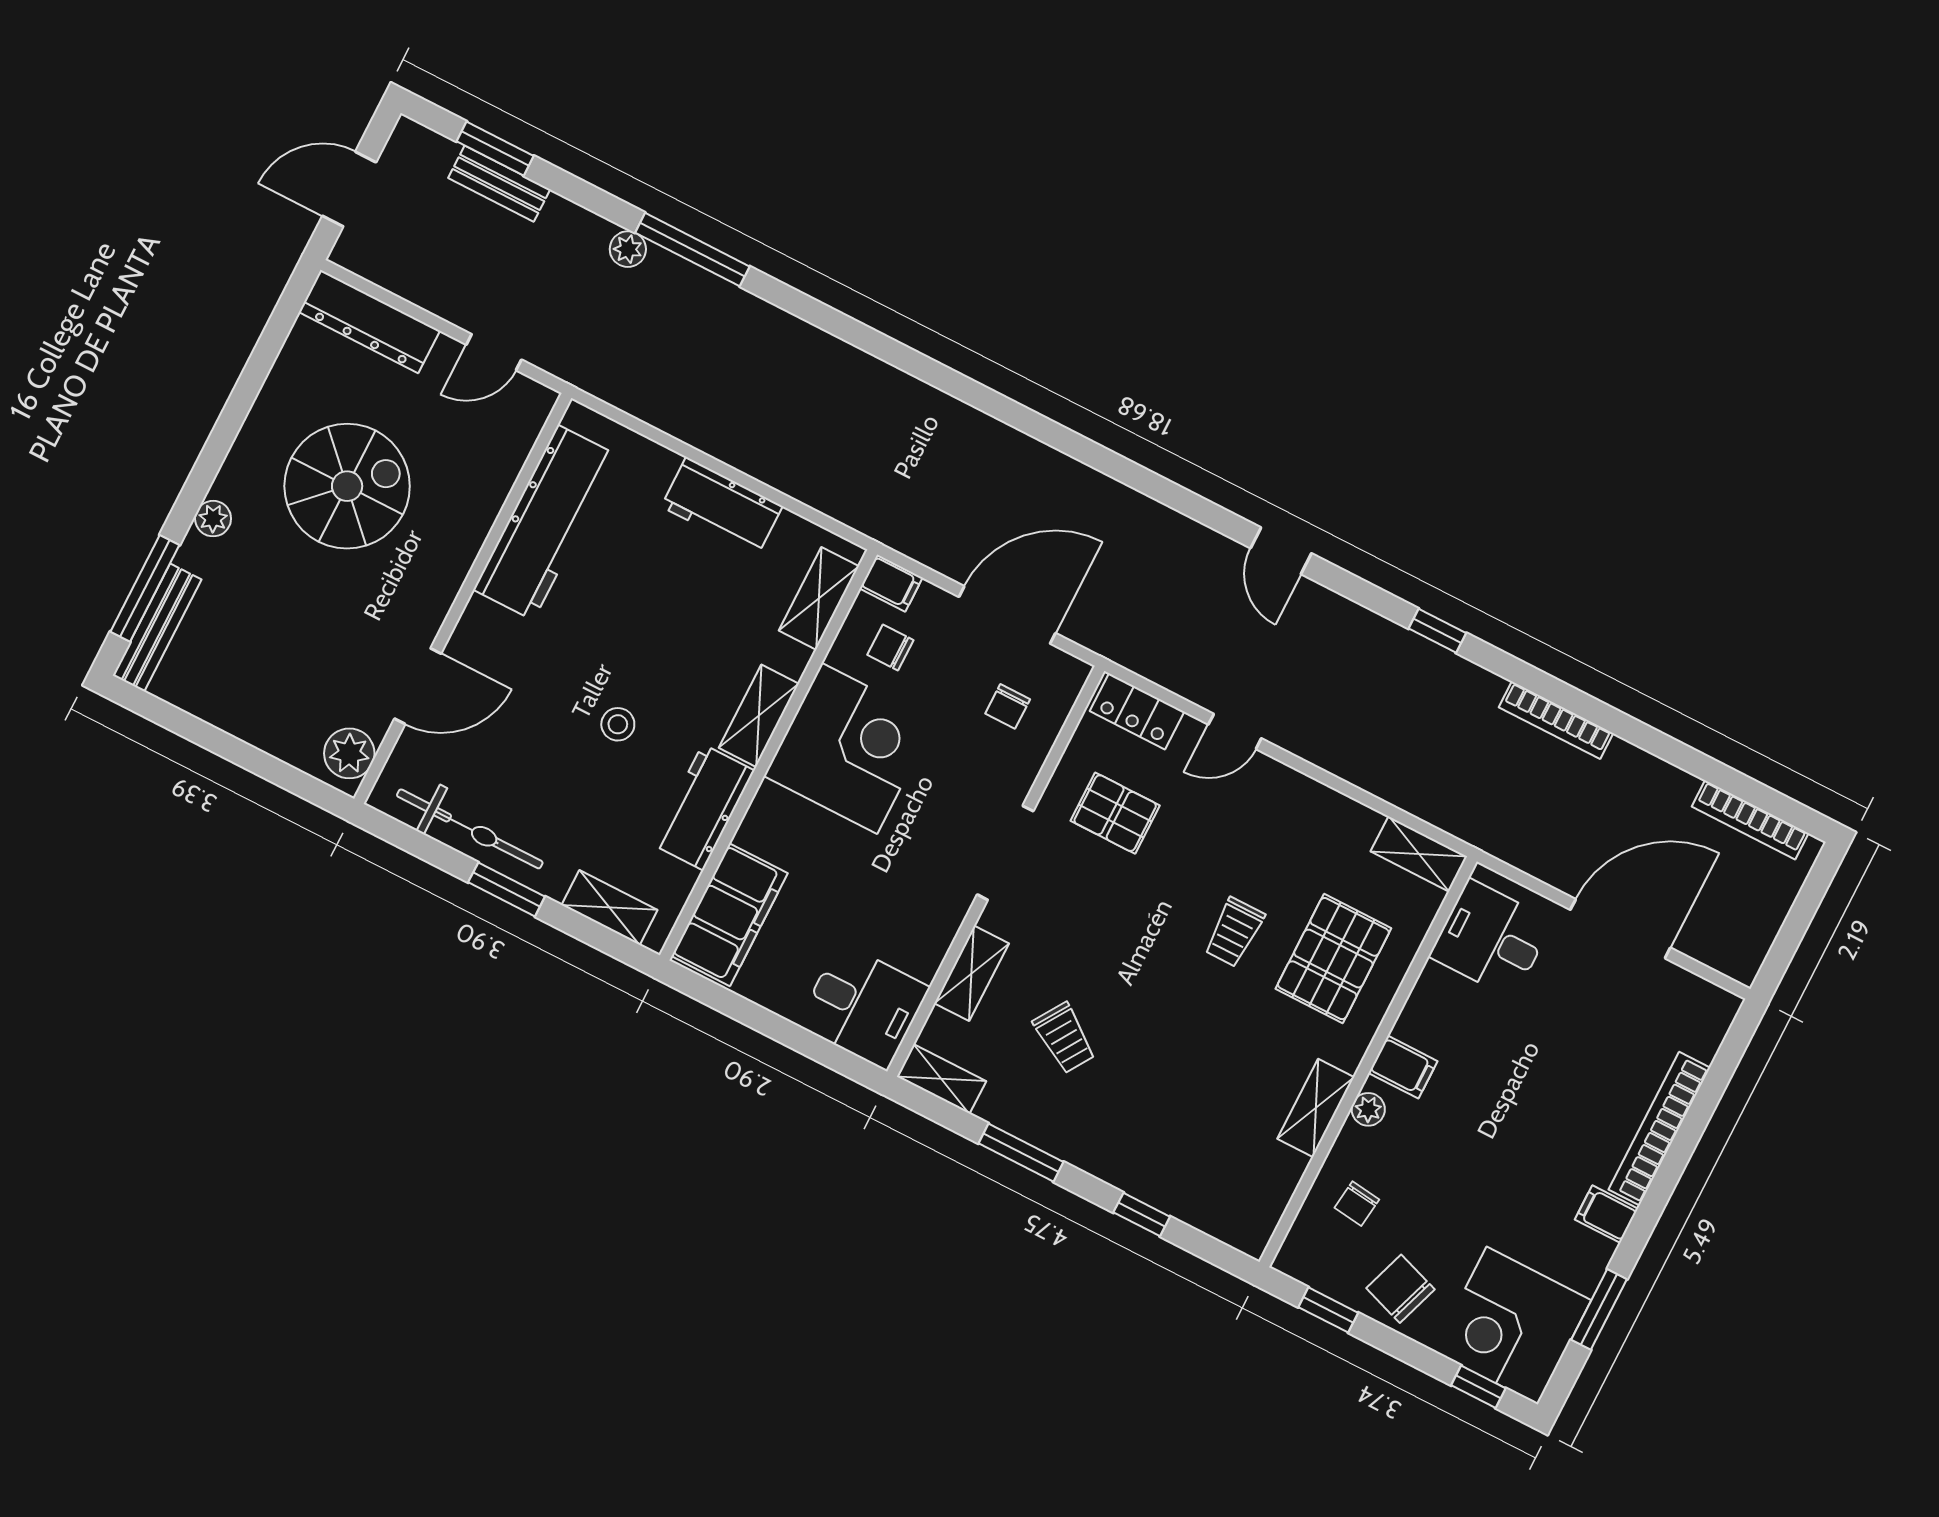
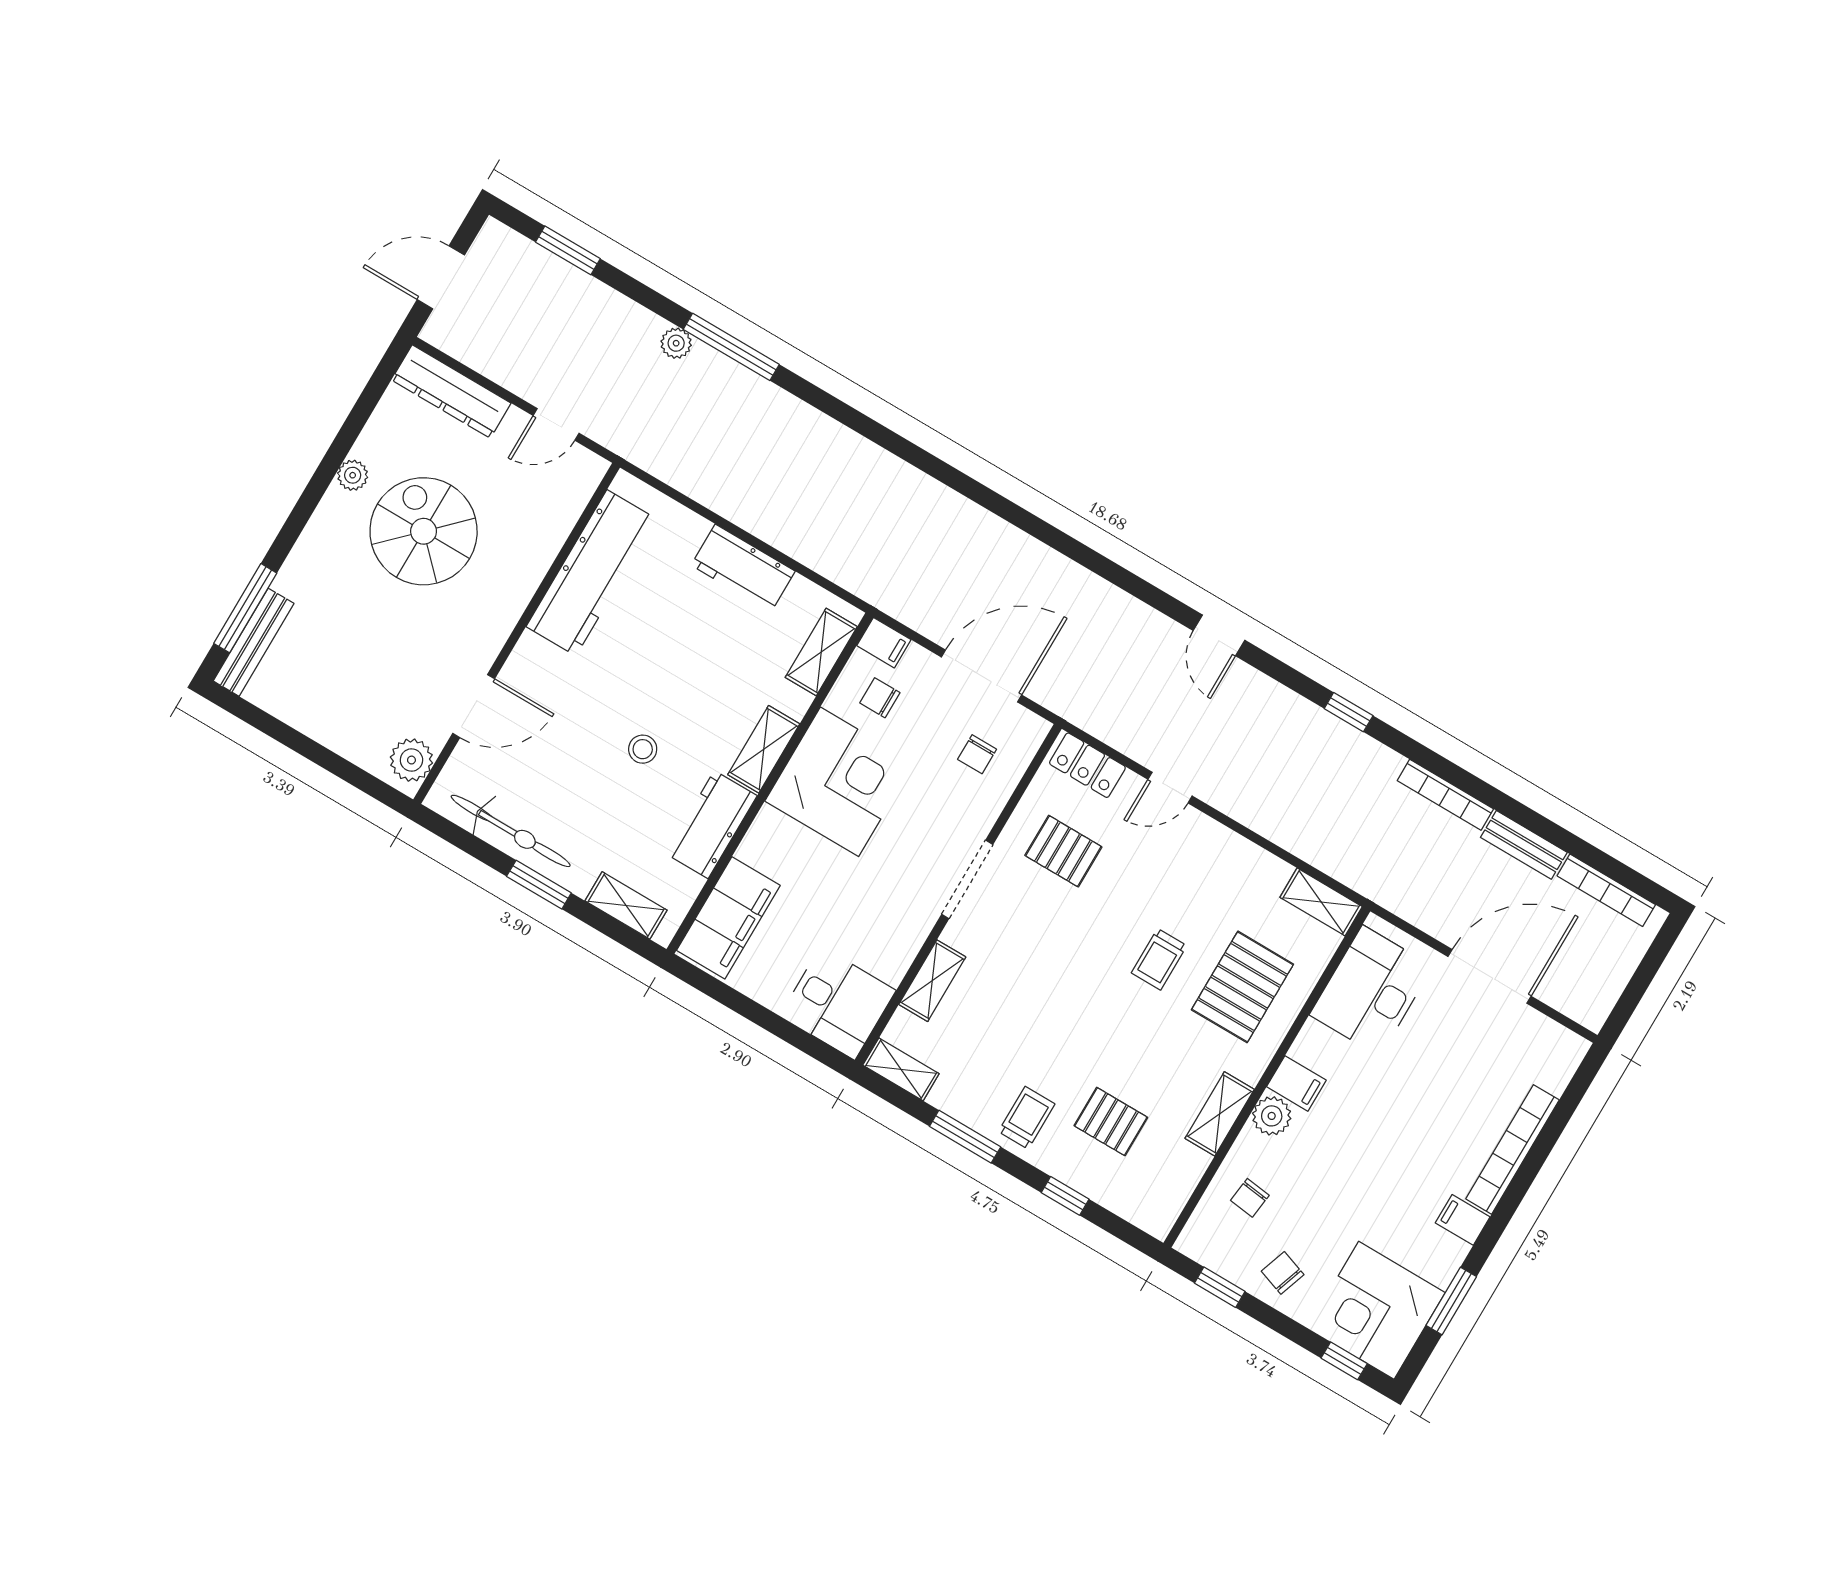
bench: (499, 184) -> (1524, 845), moved
spiral stairs: (347, 486) -> (424, 531), turned -90
plant: (213, 519) -> (353, 475), moved
desk: (1491, 939) -> (1371, 991), width x1.37
trolley: (1064, 1038) -> (1027, 1118), moved, turned -123
plant: (1368, 1109) -> (1272, 1116), width x1.38, depth x1.38
pallet: (1190, 1125) -> (1111, 1122), added
chair: (1400, 1289) -> (1283, 1273), width x0.73, depth x0.73

